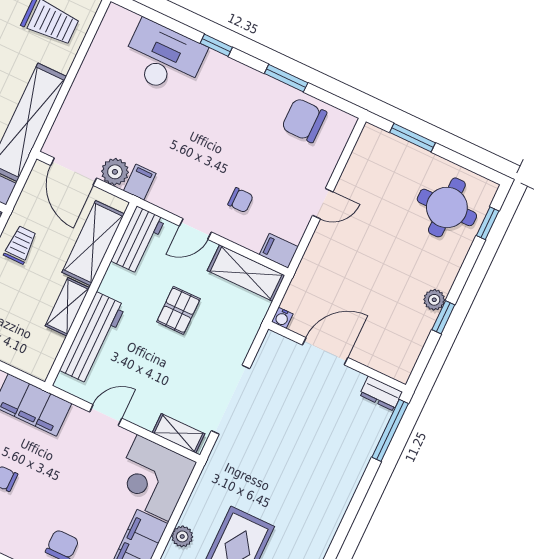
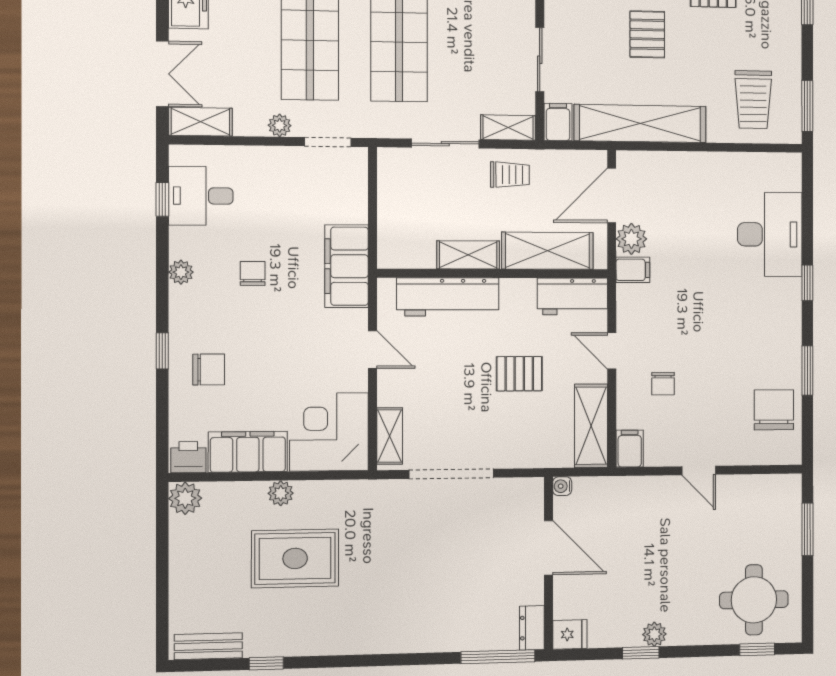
fridge: (401, 366) -> (570, 634), added

